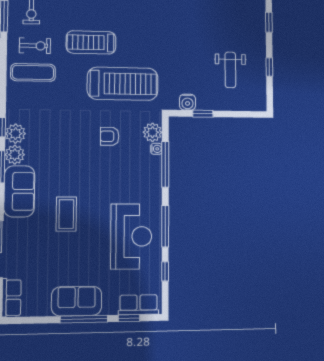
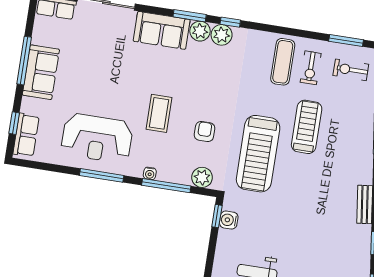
window: (203, 114) -> (217, 216), moved
water cooler: (156, 149) -> (150, 173), moved
coffee table: (66, 214) -> (159, 113), moved, turned 90
window: (165, 271) -> (55, 168), removed
window: (84, 319) -> (24, 61), moved

